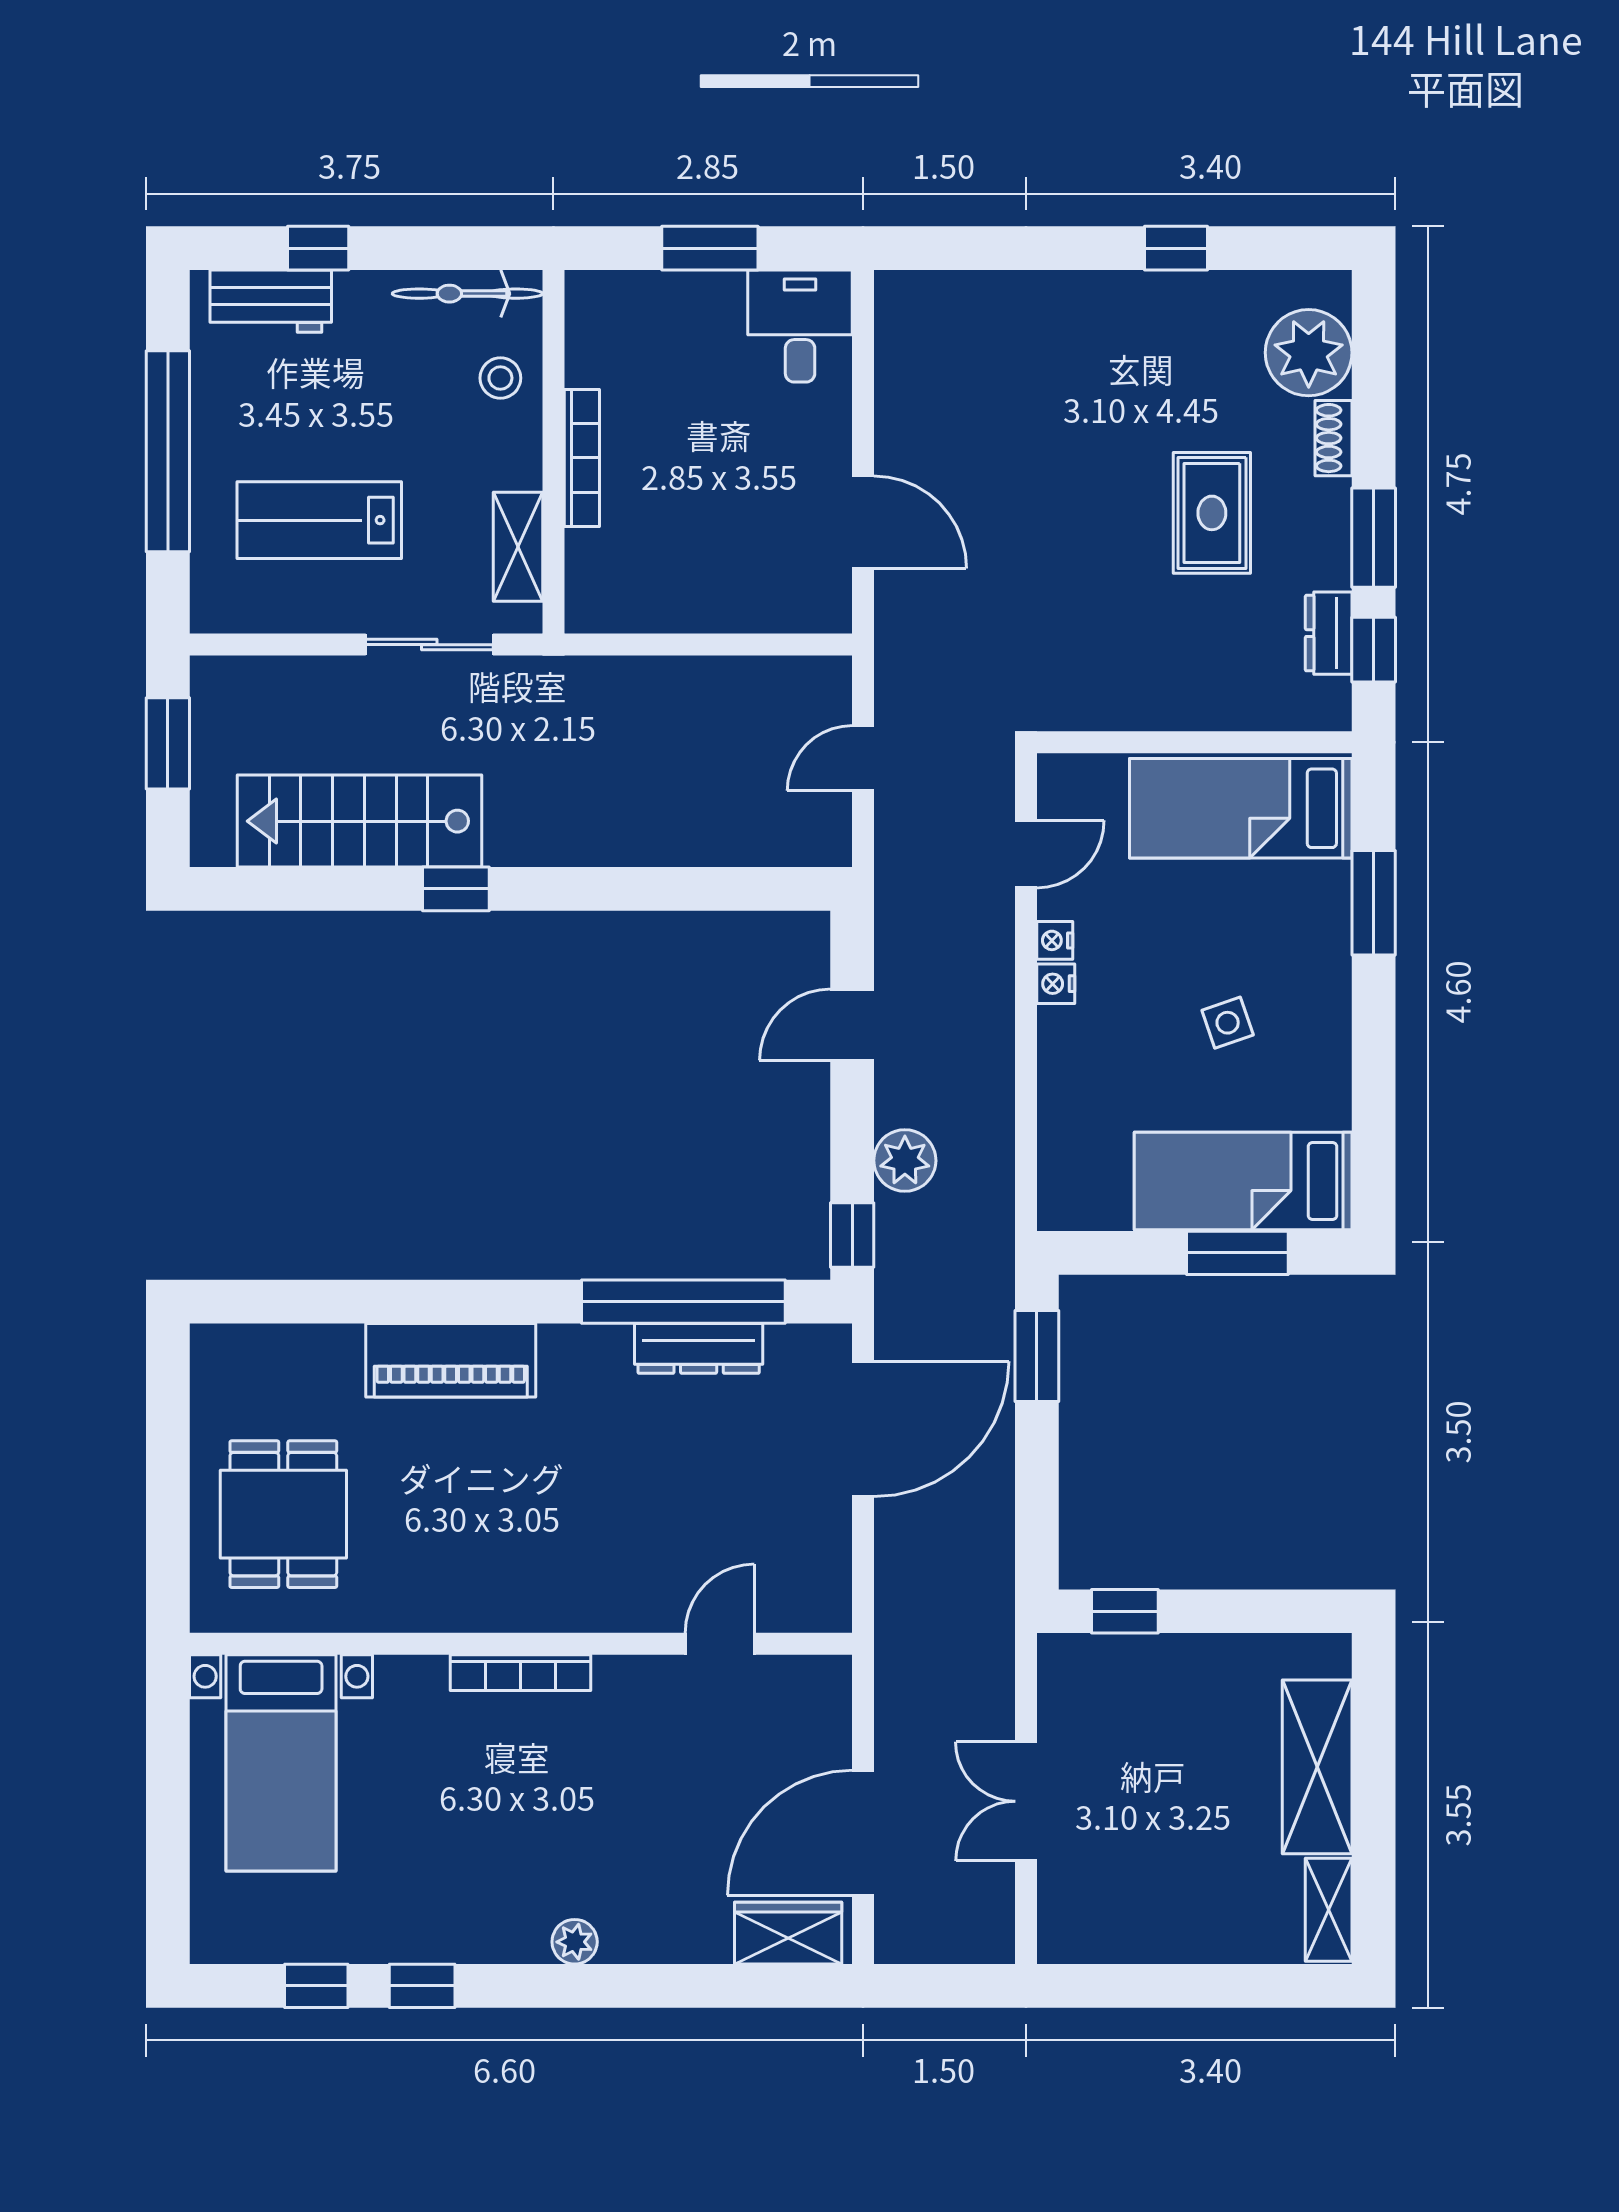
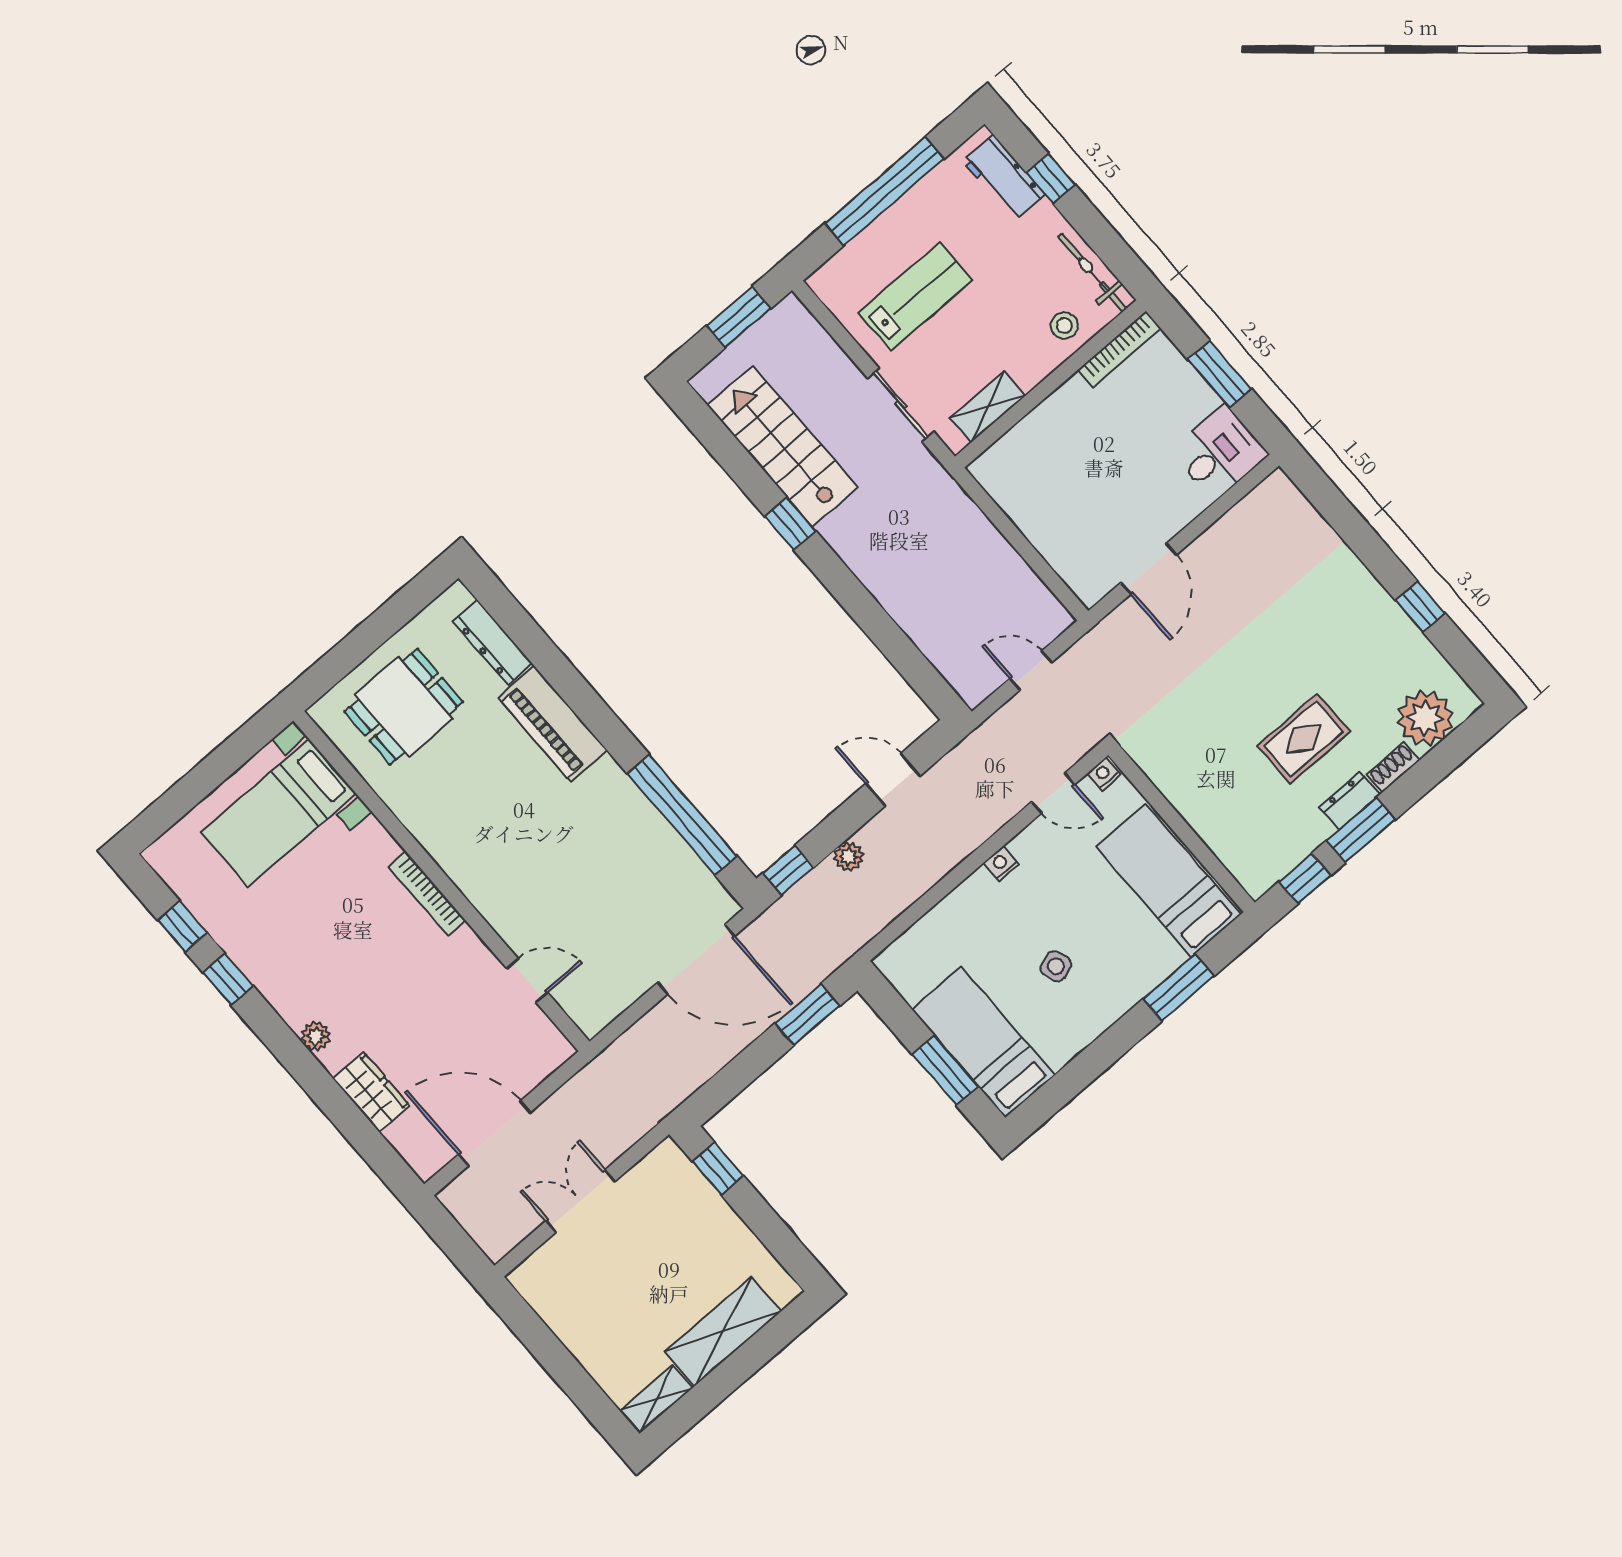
bookcase: (582, 458) -> (1119, 349), moved
lab bench: (319, 520) -> (915, 296), turned 90
dresser: (1329, 633) -> (1350, 801), moved
nightstand: (1055, 940) -> (1104, 774), moved
plant: (905, 1161) -> (849, 857), width x0.73, depth x0.73
dresser: (699, 1348) -> (493, 642), moved
wardrobe: (788, 1933) -> (371, 1092), moved

